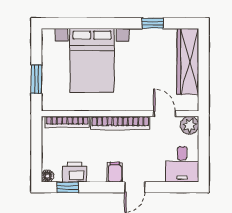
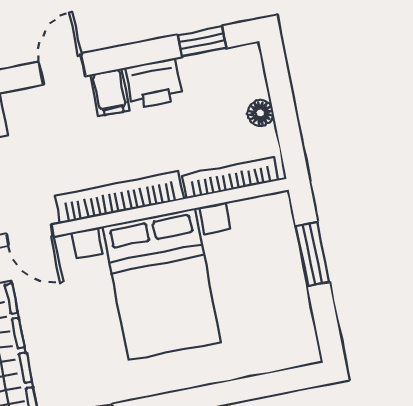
bed with nightstands: (92, 60) -> (162, 284), moved, turned 180
printer: (74, 172) -> (154, 84), moved
floor lamp: (48, 176) -> (260, 113), moved

